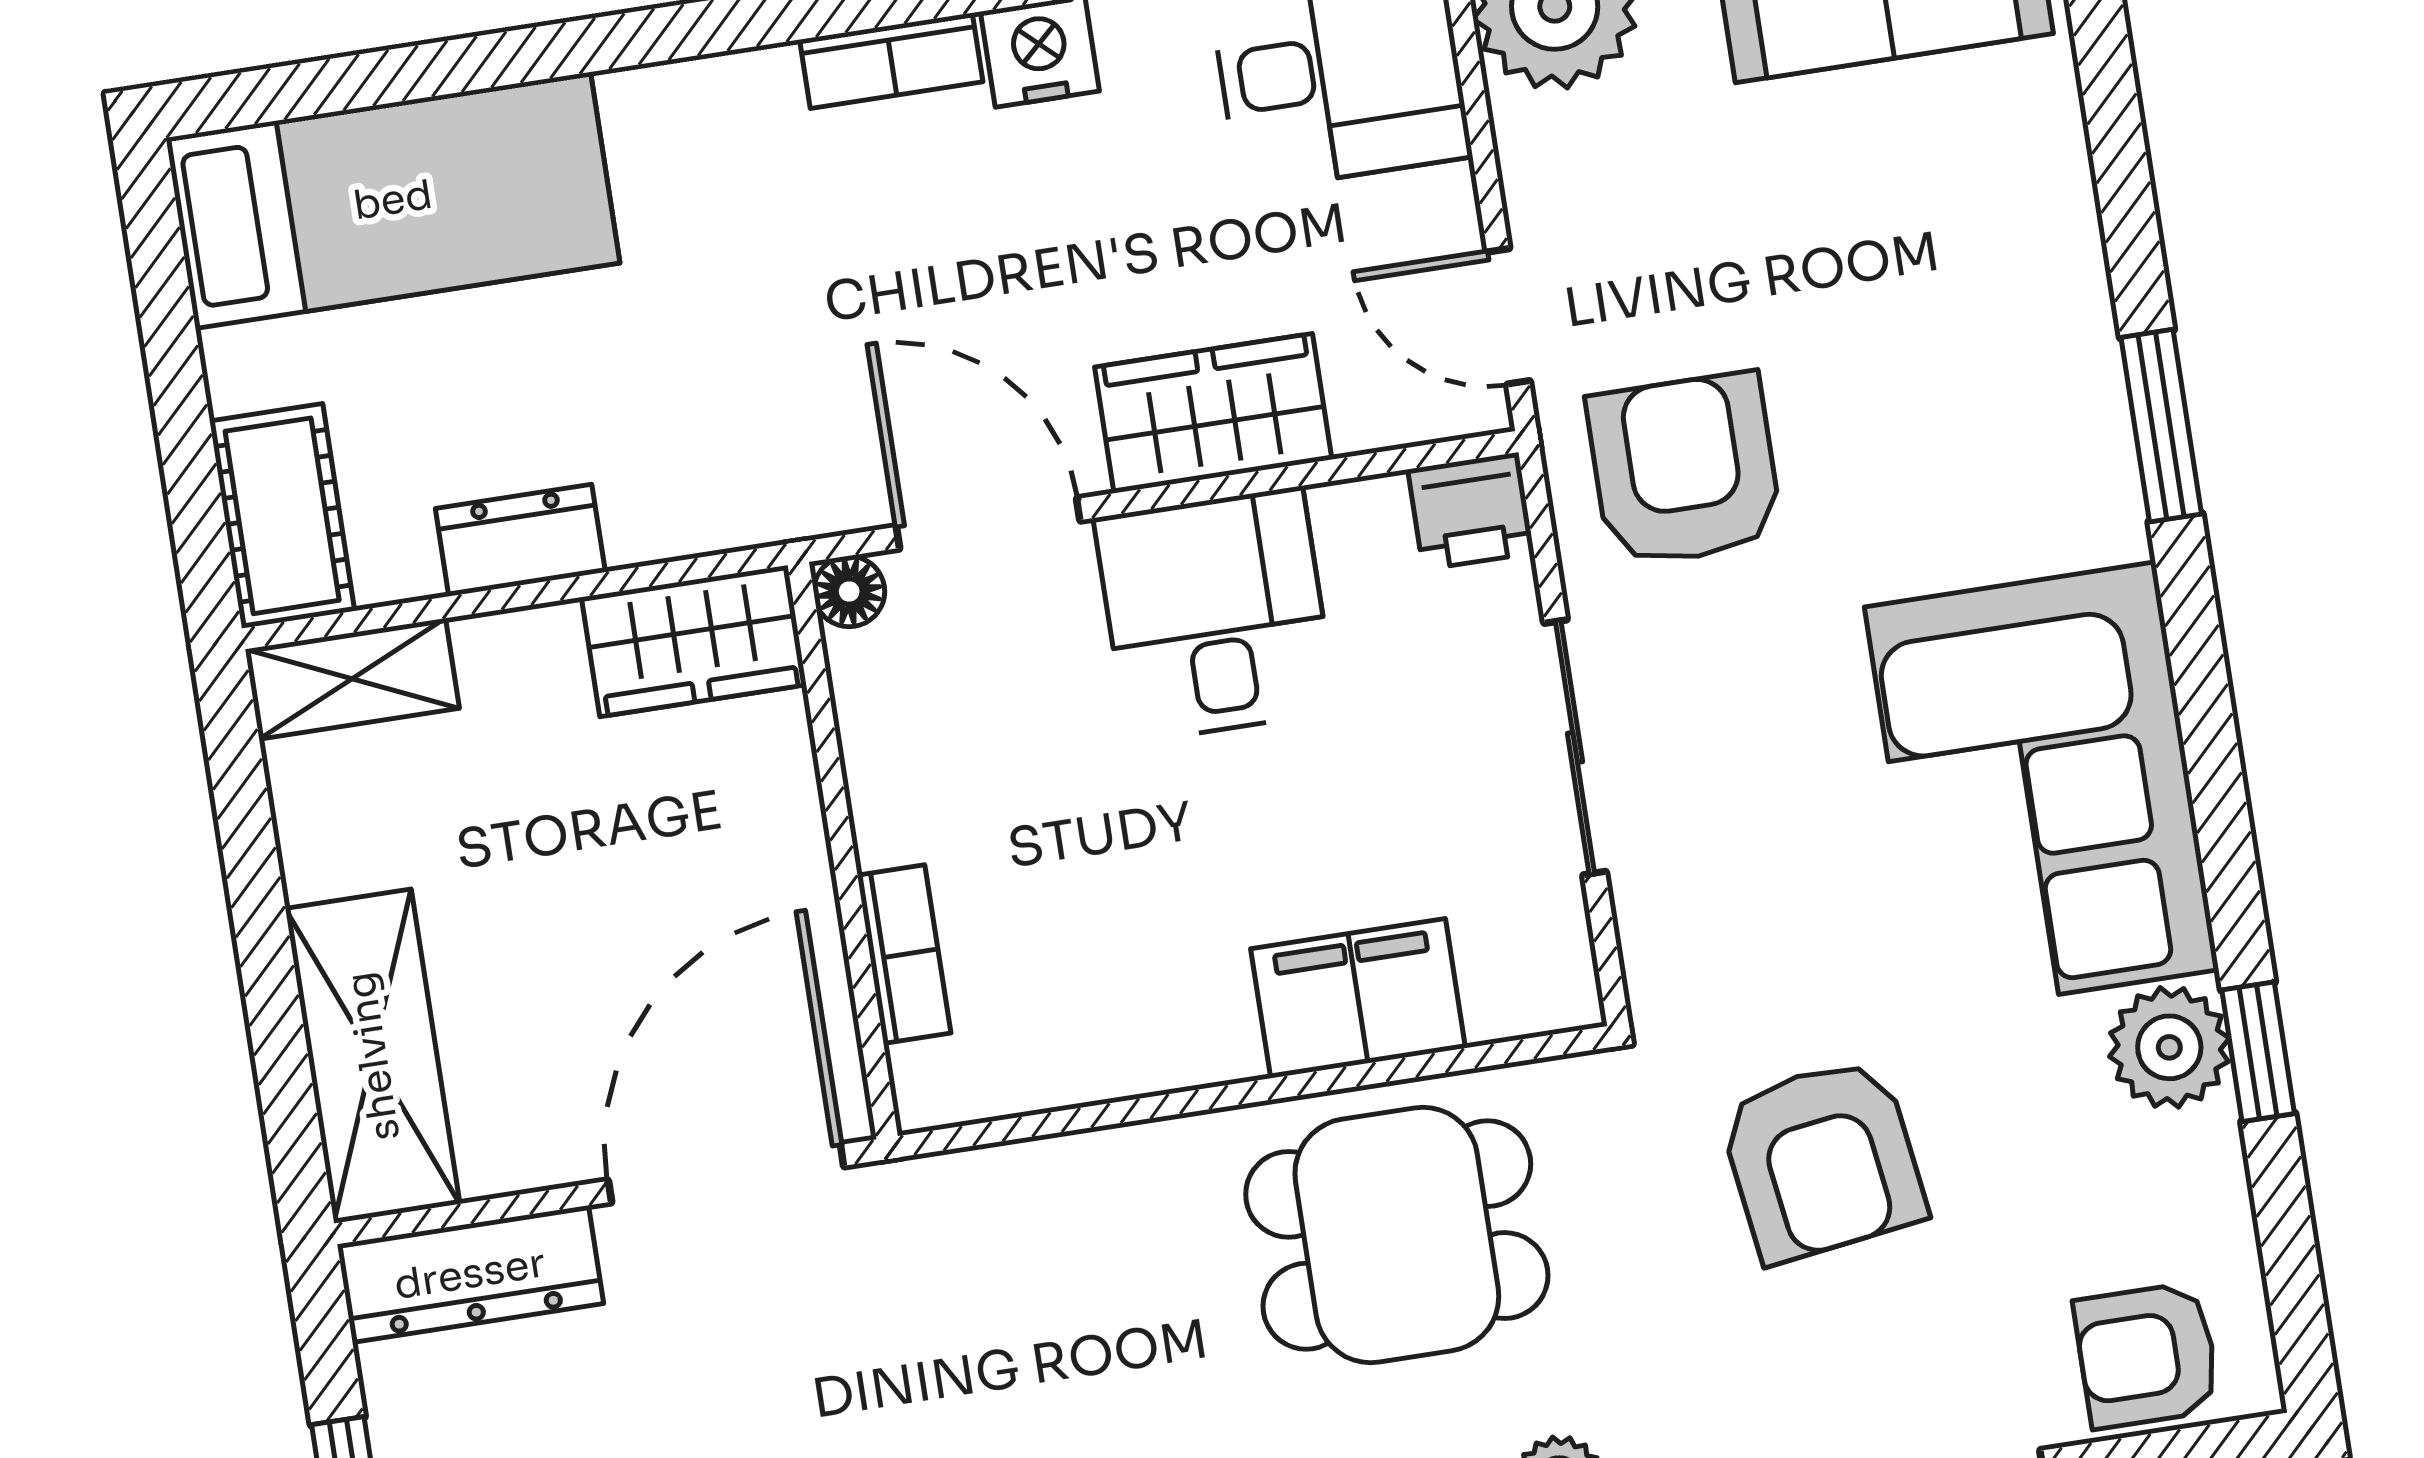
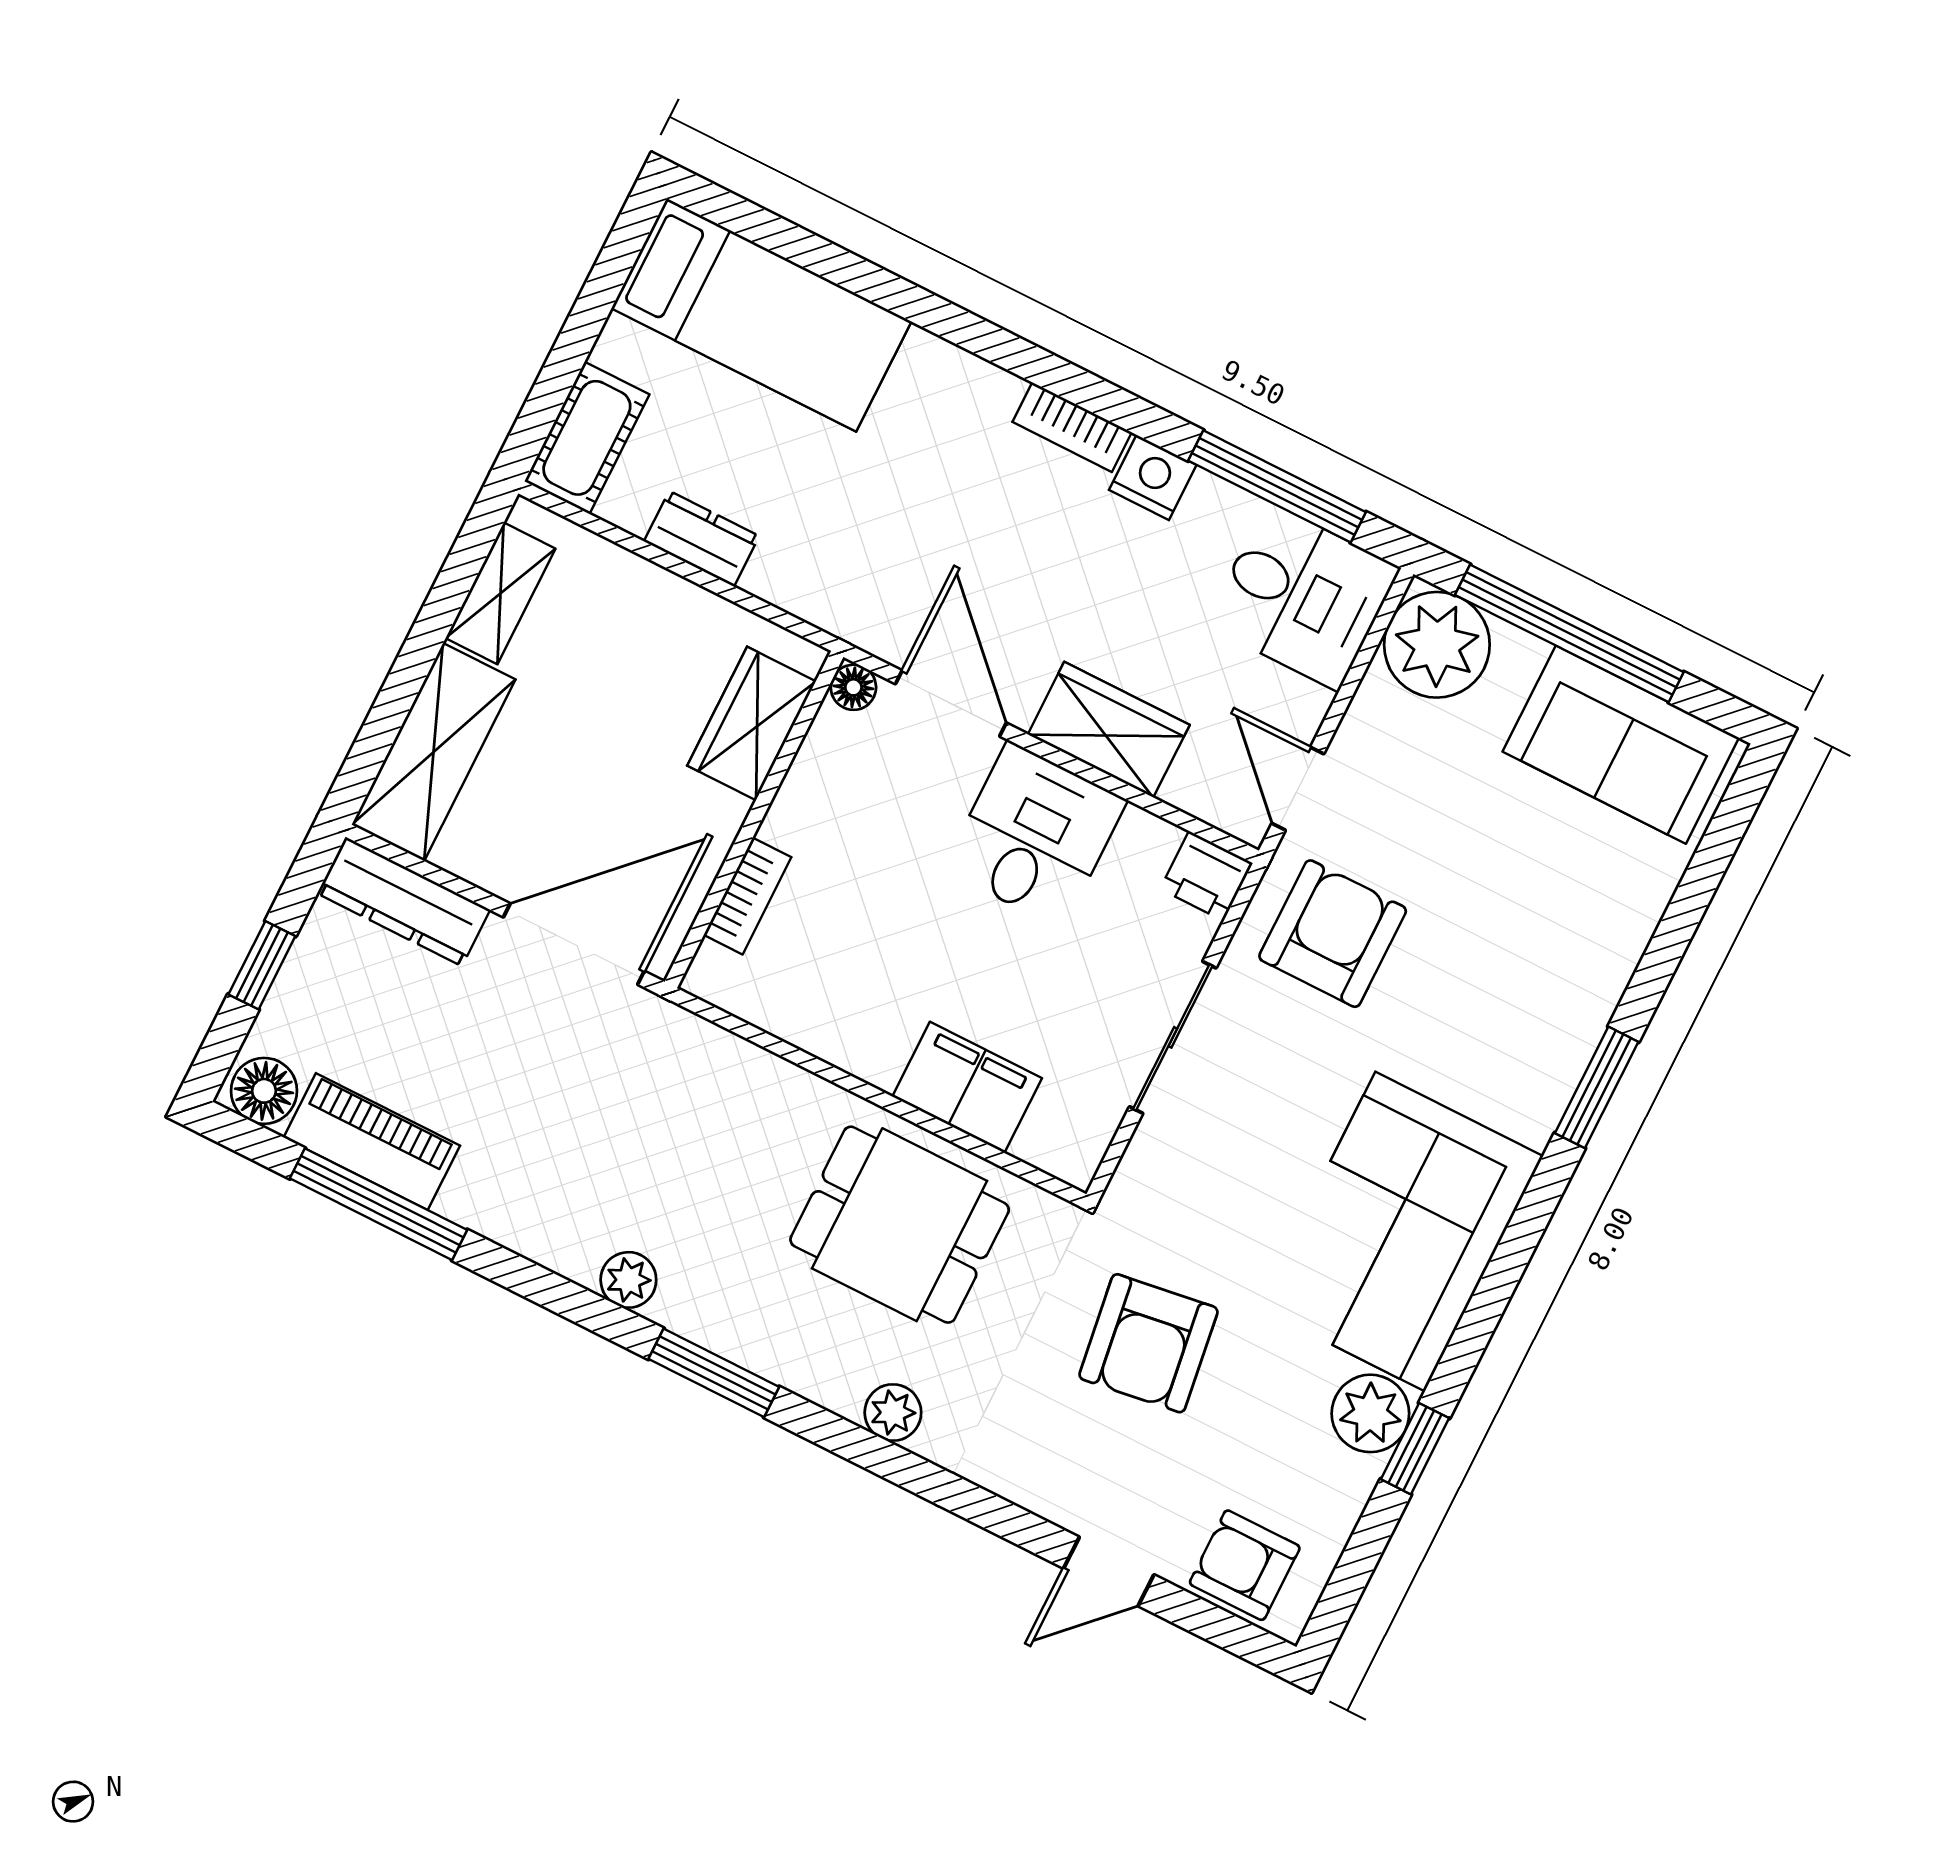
wardrobe: (694, 641) -> (752, 723), moved, turned 90
shelving: (352, 679) -> (500, 593), moved, turned 90

